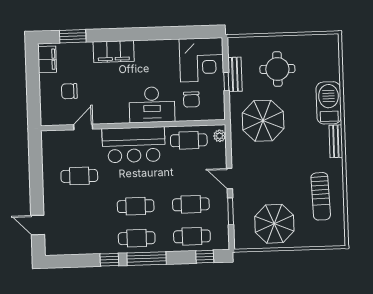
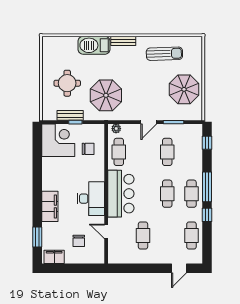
desk: (152, 105) -> (91, 199), moved
cafe table: (192, 236) -> (191, 236), moved

